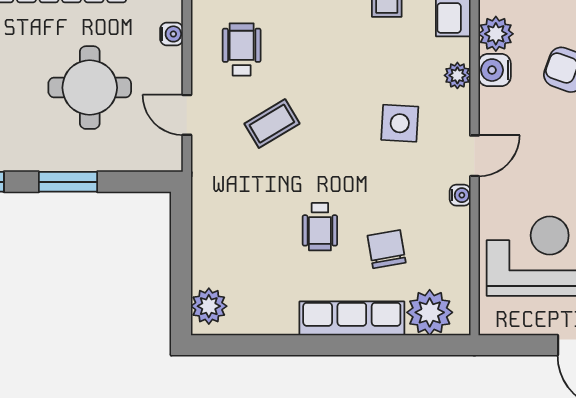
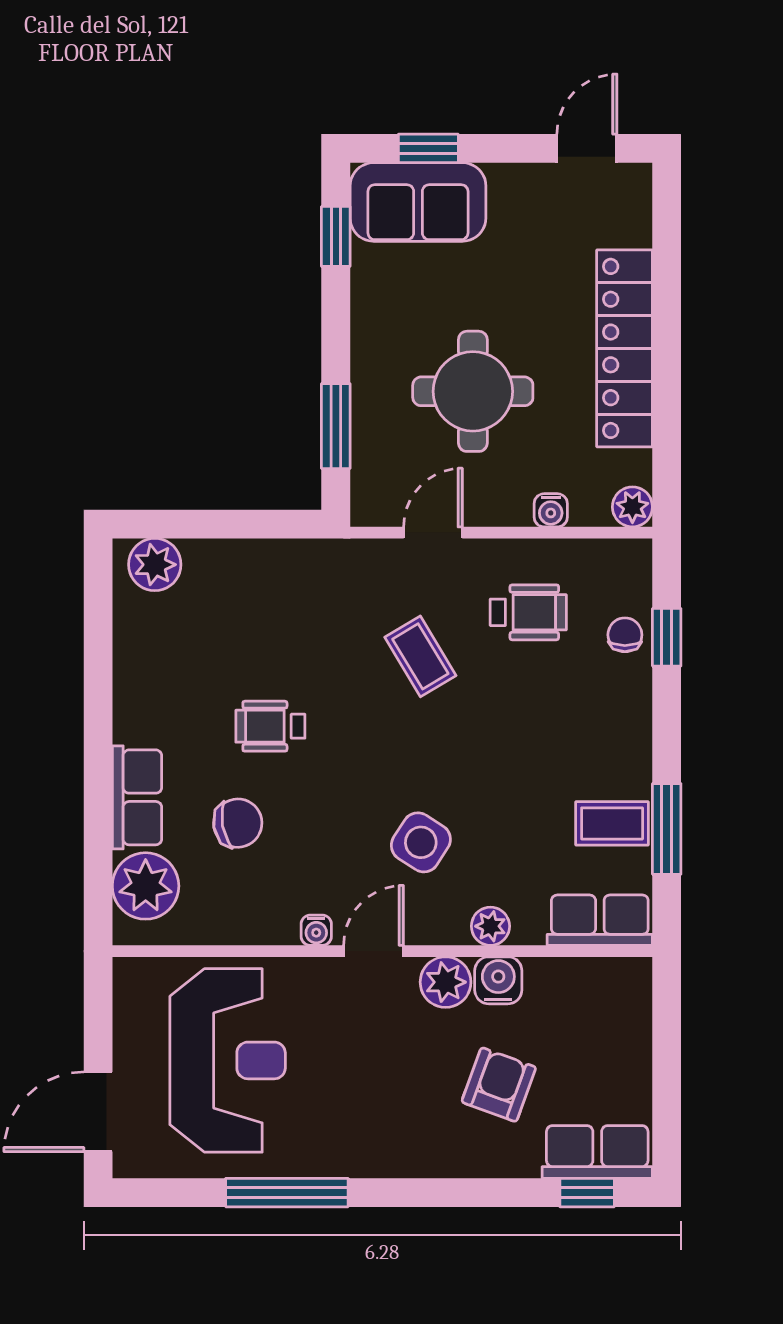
plant: (496, 34) -> (446, 982), moved
side table: (400, 123) -> (421, 842), turned 30
door: (474, 156) -> (373, 951), swing flipped
window: (68, 182) -> (336, 426), moved
row of seats: (352, 318) -> (137, 797), width x0.68

